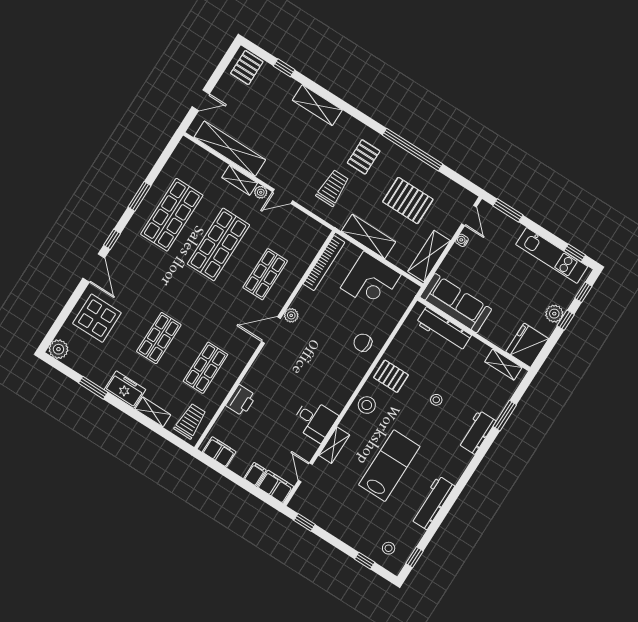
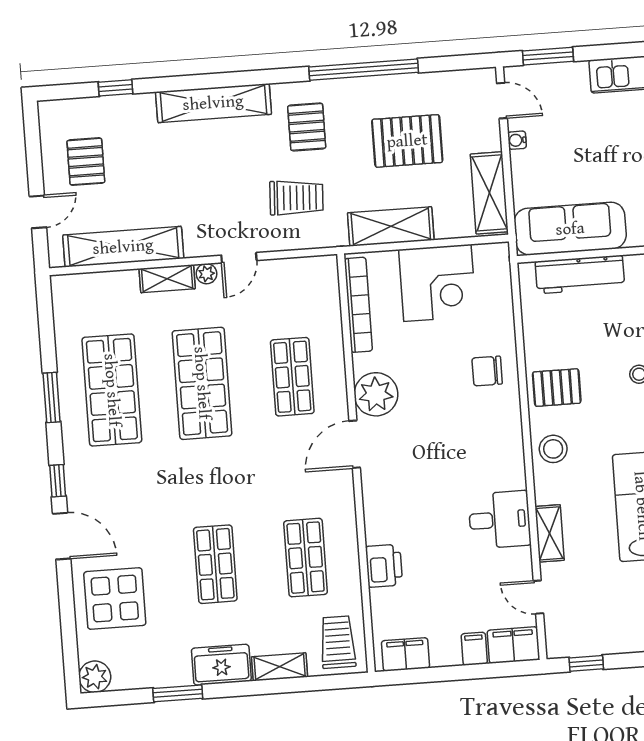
pallet: (247, 68) -> (86, 162), moved
shelving: (317, 105) -> (213, 103), width x1.47
trolley: (333, 188) -> (296, 198), turned 93
plant: (291, 315) -> (376, 394), width x1.87, depth x1.87

